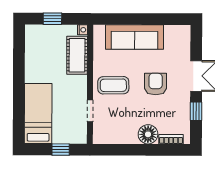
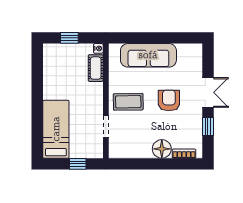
cot: (77, 55) -> (96, 68), width x0.73, depth x0.75

